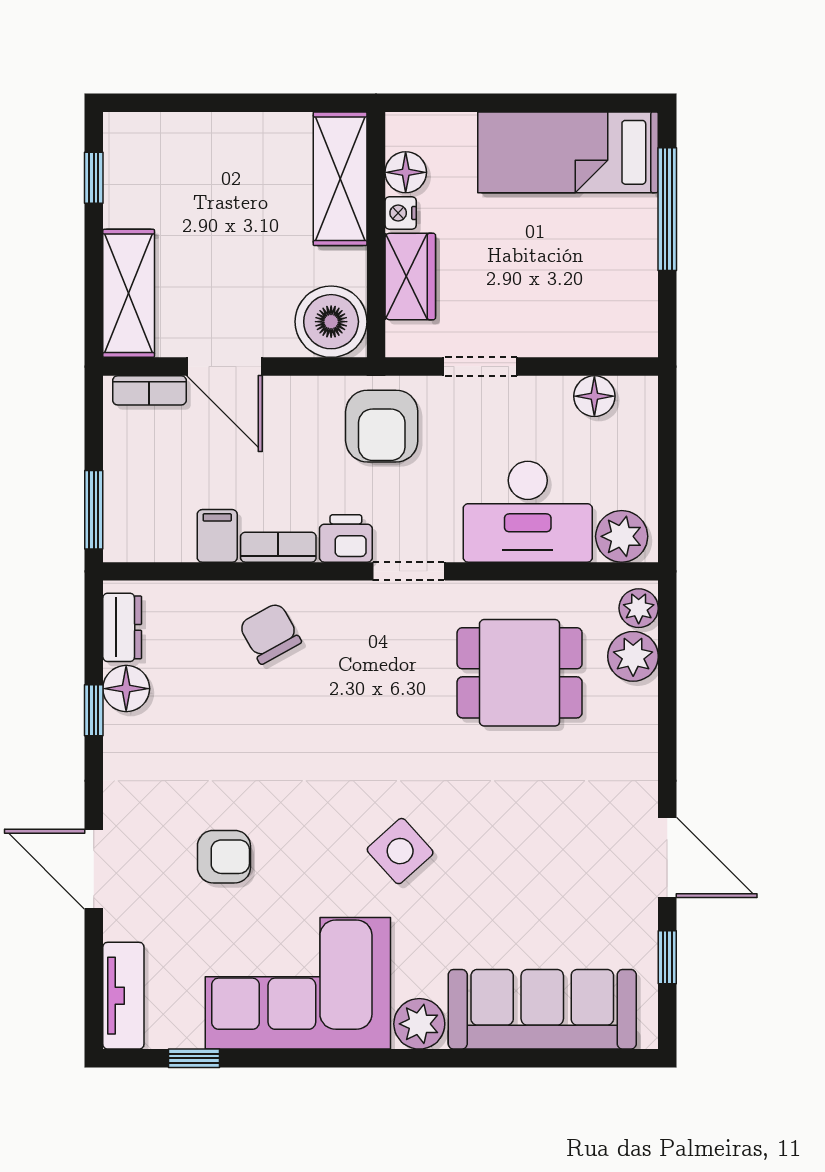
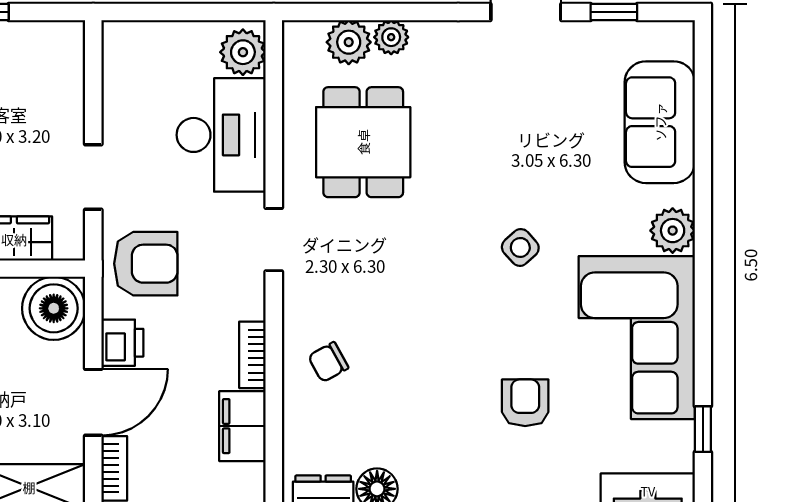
floor lamp: (594, 396) -> (119, 76), removed
filing cabinet: (217, 536) -> (242, 426), width x2.00
printer: (346, 538) -> (122, 343), moved, turned 180
plant: (639, 608) -> (391, 37), moved
chair: (270, 633) -> (328, 362), width x0.73, depth x0.73
side table: (400, 851) -> (520, 247), width x0.73, depth x0.73
sofa: (542, 1009) -> (660, 122), width x0.73

